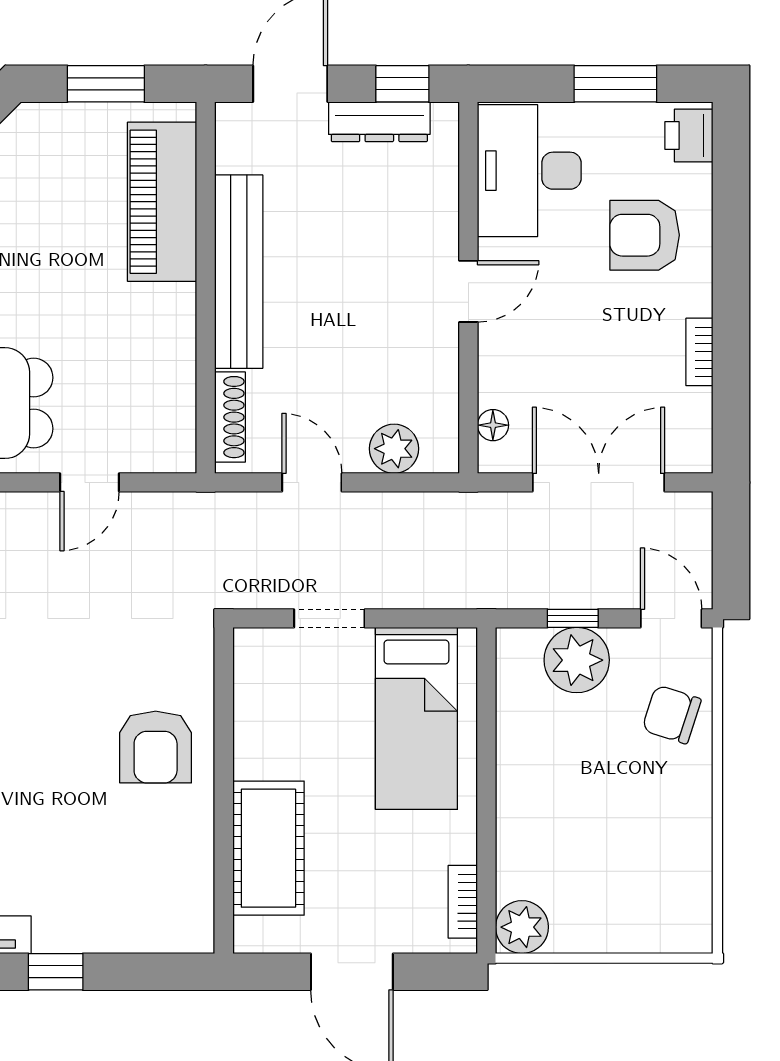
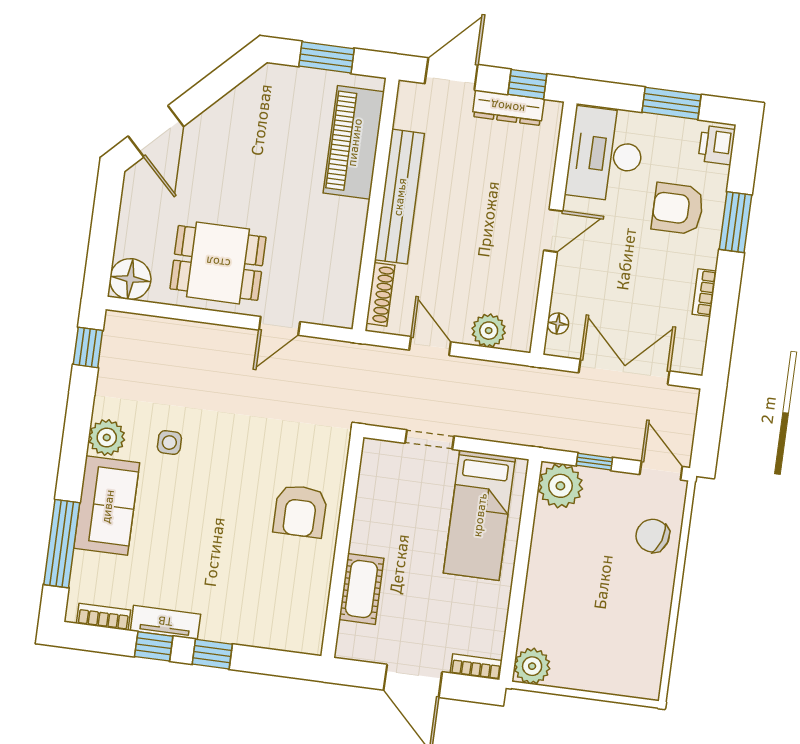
window: (731, 244) -> (735, 222), added
plant: (577, 660) -> (560, 486), moved
cot: (268, 848) -> (361, 589), width x0.73, depth x0.75
bookcase: (463, 902) -> (476, 667), moved, turned 90

